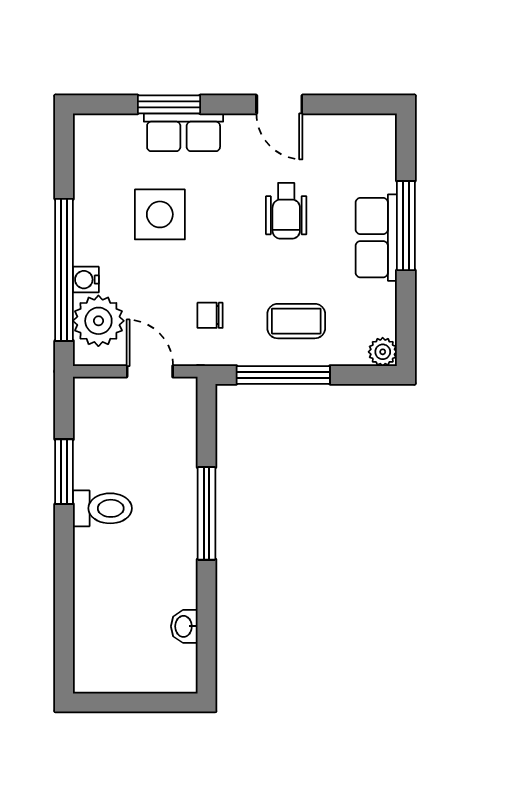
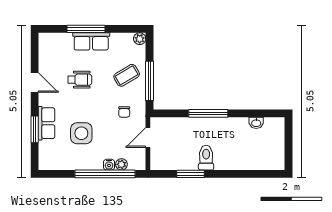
door: (279, 104) -> (35, 83), hinge flipped
plant: (98, 321) -> (121, 164), width x0.53, depth x0.53
coffee table: (296, 321) -> (127, 75), turned 59

